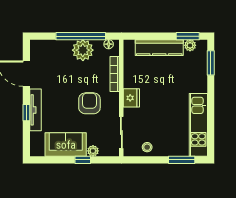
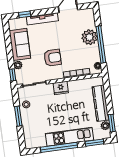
plant: (83, 50) -> (89, 37), moved
window: (211, 111) -> (59, 147), added
window: (26, 113) -> (25, 14), moved
kitchen unit: (198, 125) -> (69, 137), moved
window: (83, 160) -> (13, 75), moved
window: (182, 160) -> (18, 116), moved

